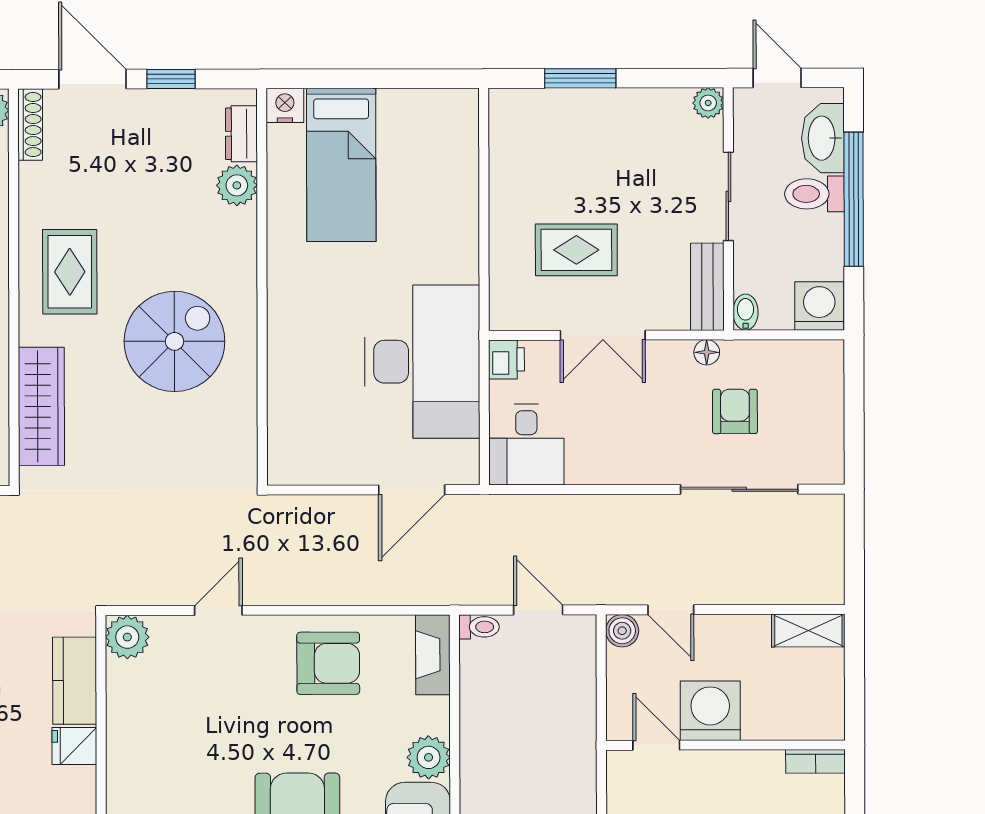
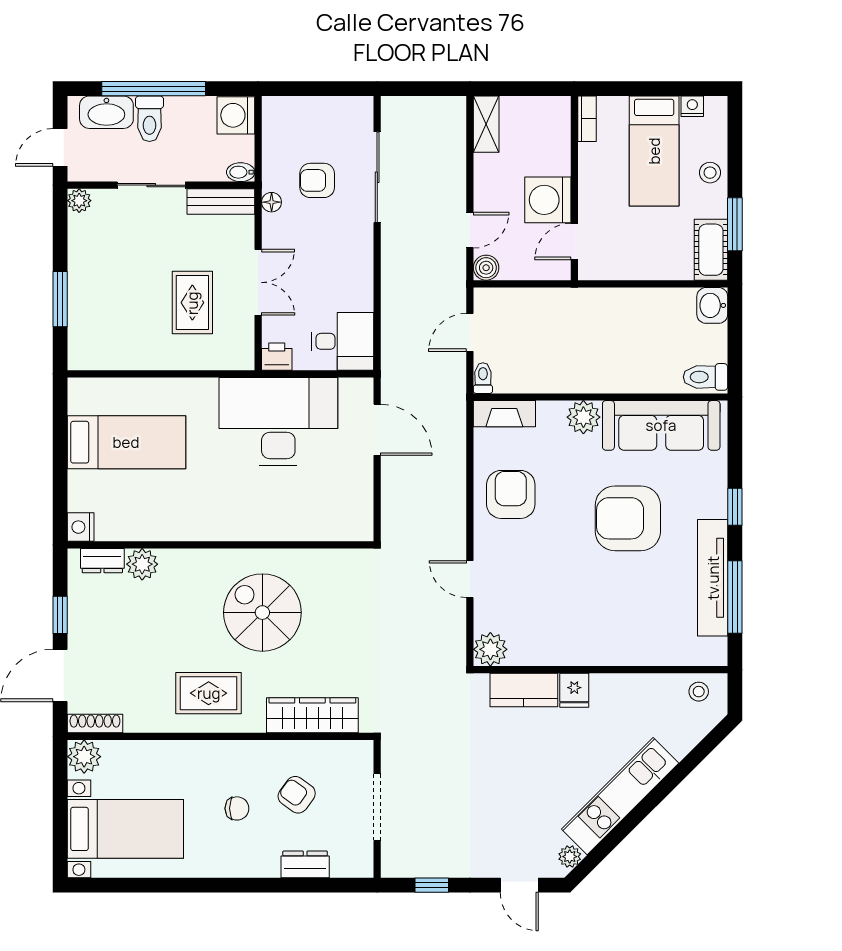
bed: (341, 165) -> (126, 442), moved

